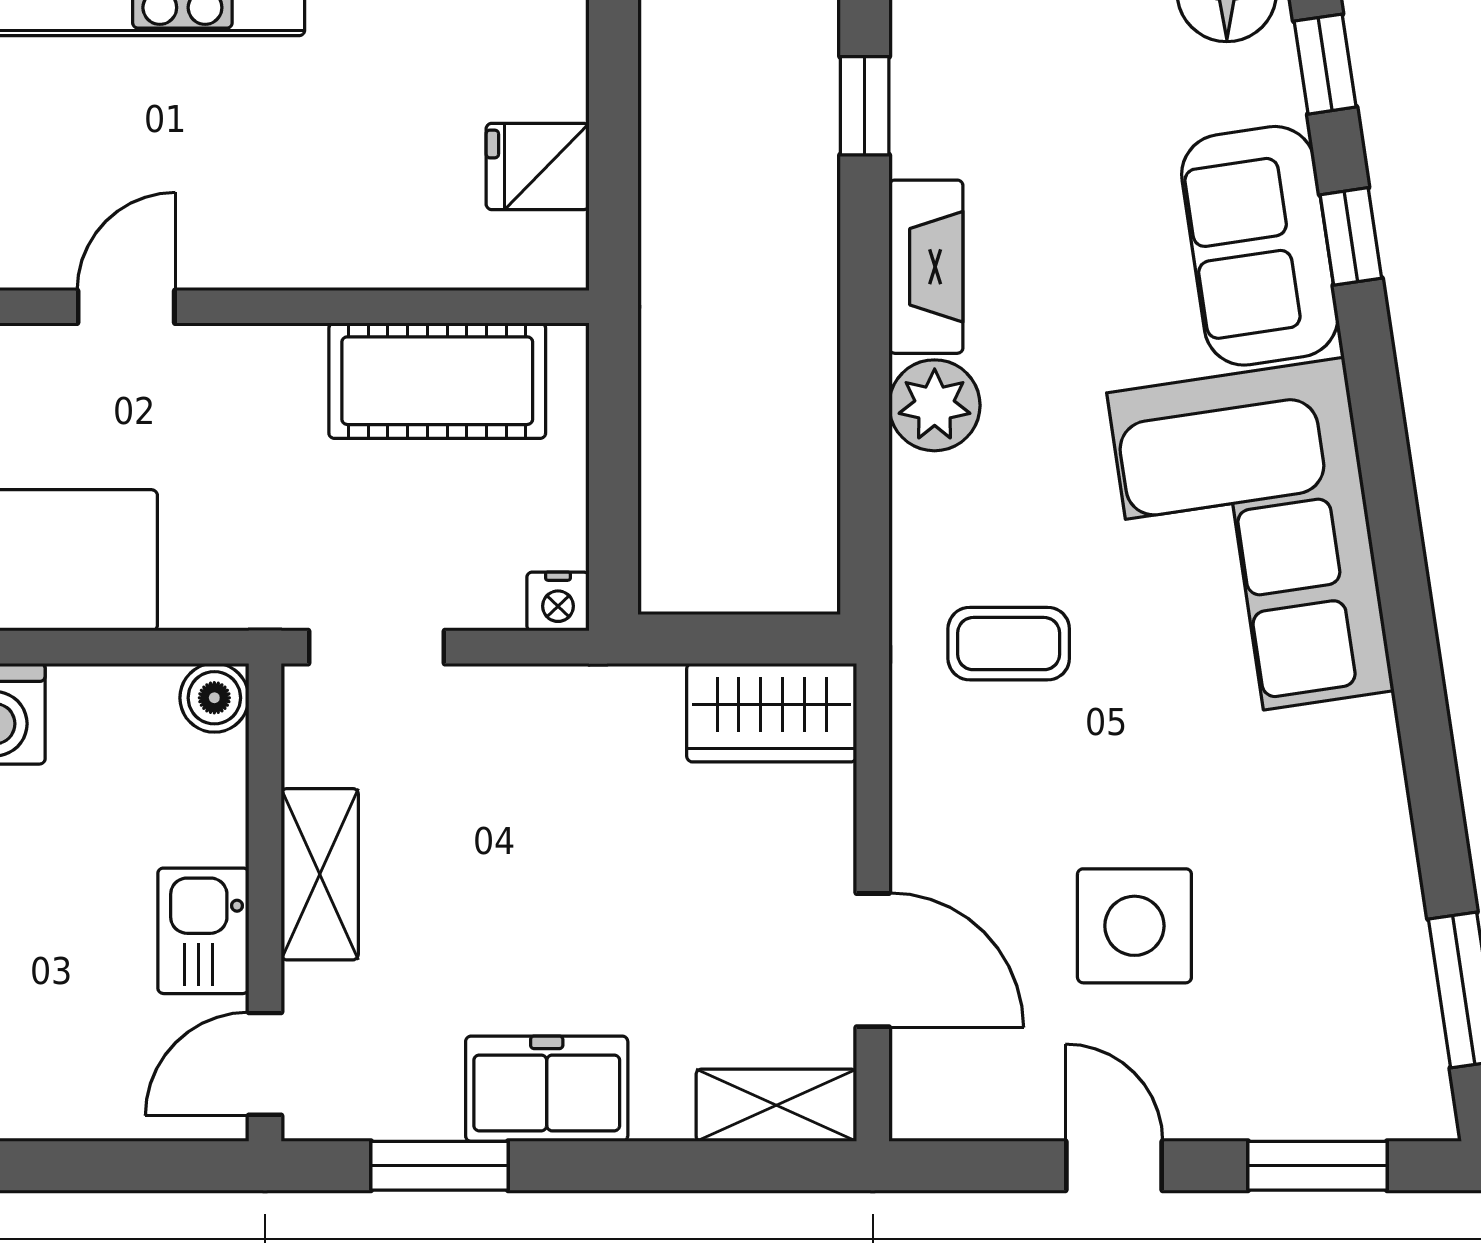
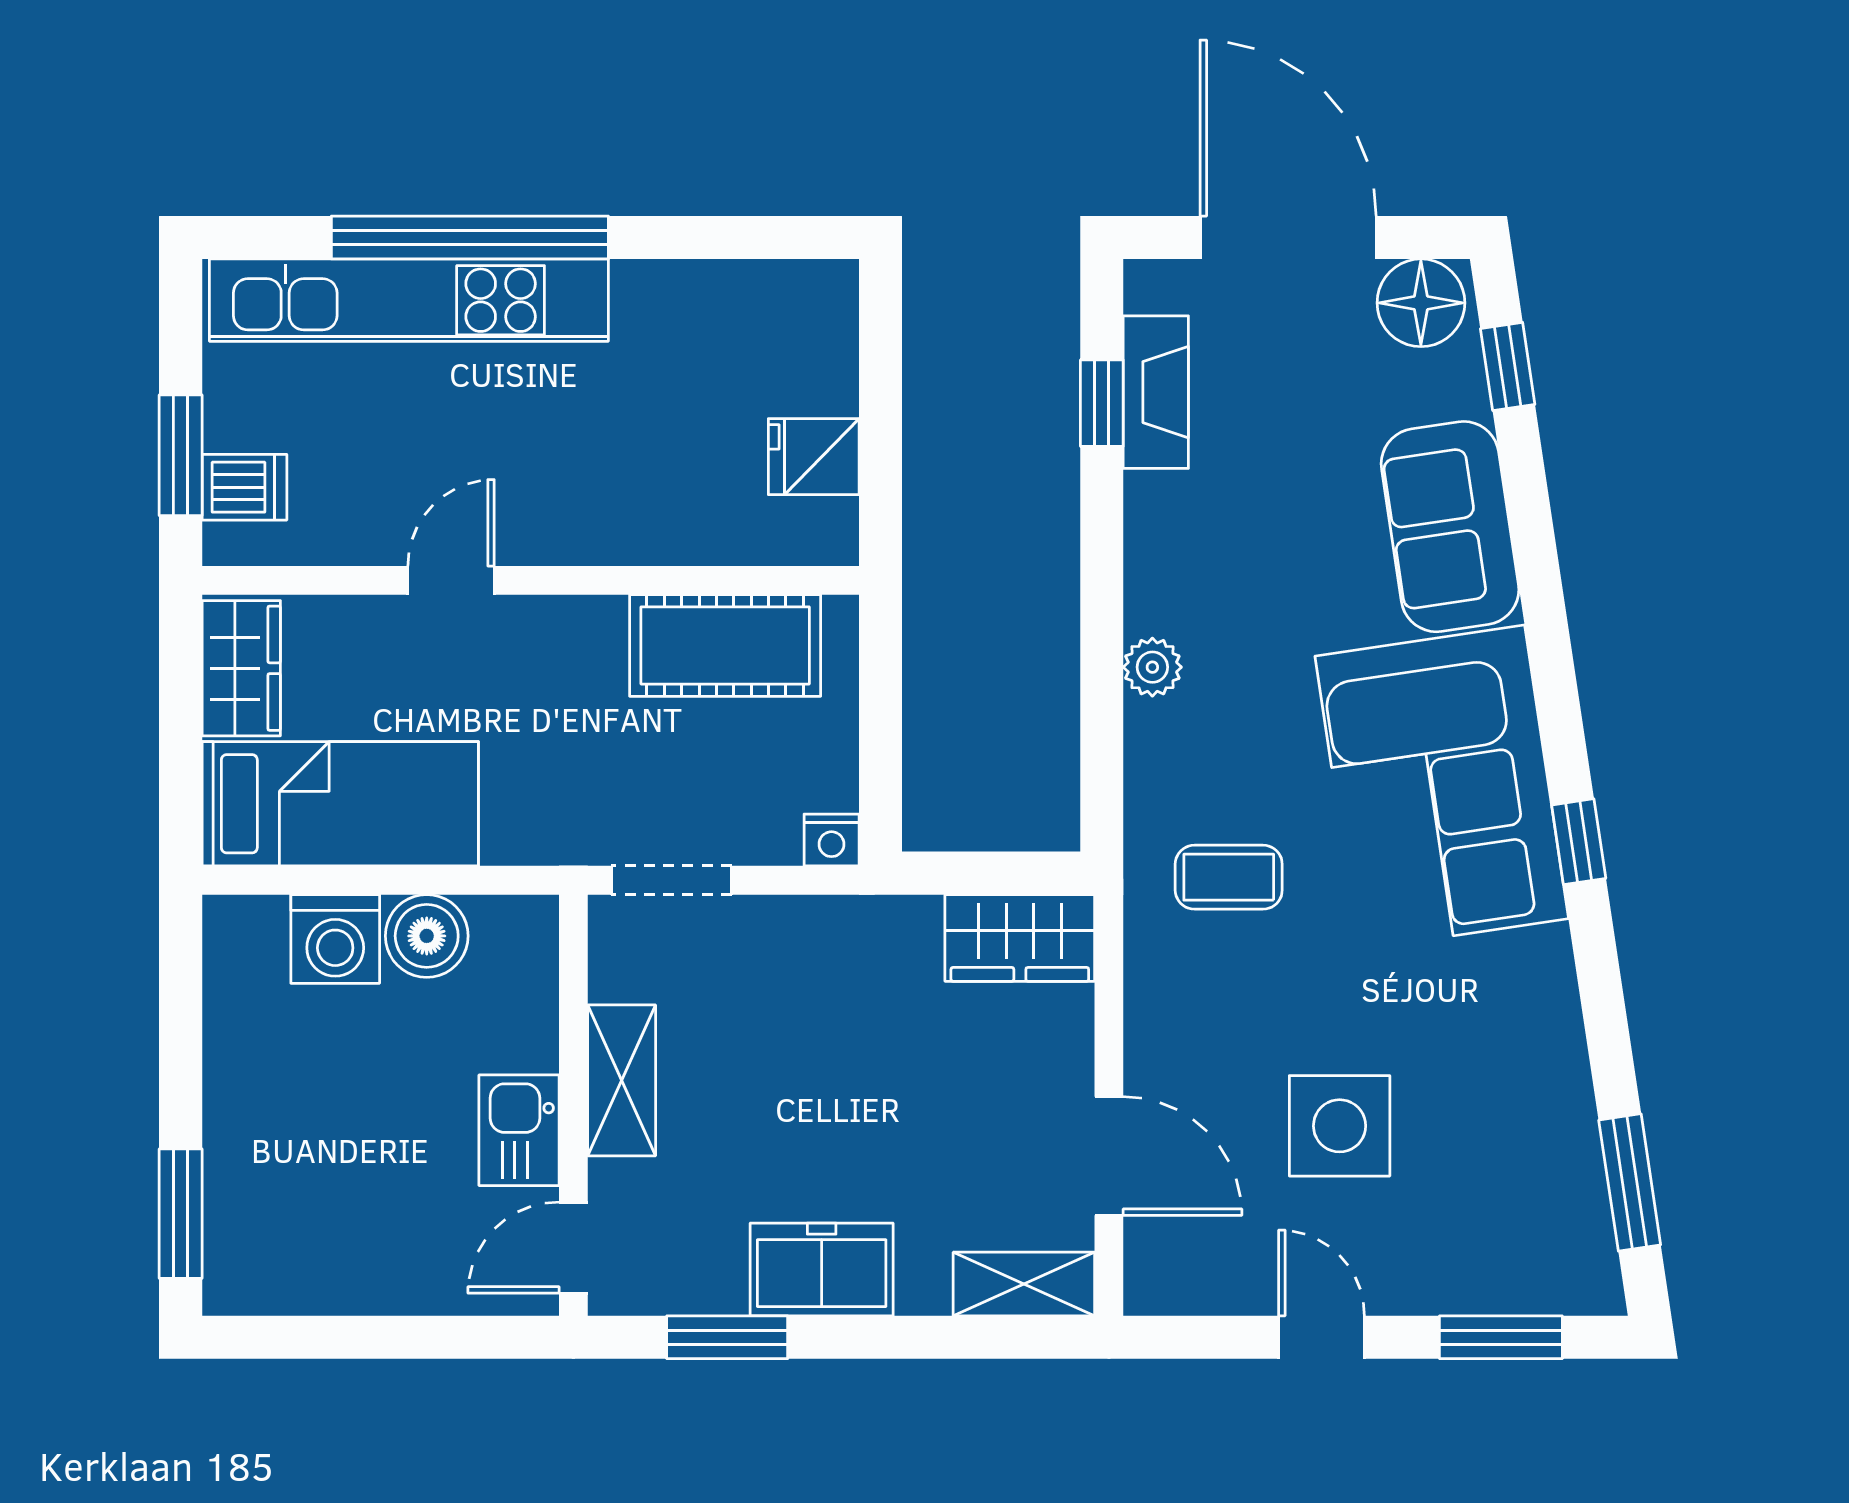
window: (1351, 236) -> (1579, 842), moved
fireplace: (926, 267) -> (1156, 392), moved
plant: (935, 405) -> (1152, 667), width x0.73, depth x0.73
boiler: (214, 698) -> (427, 936), moved, width x1.36, depth x1.36

